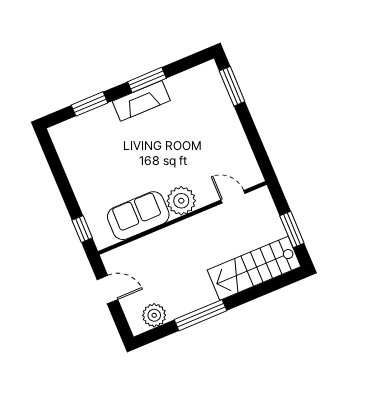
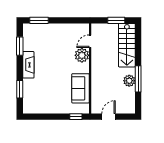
window: (147, 80) -> (20, 46), moved
plant: (181, 201) -> (82, 55), moved
plant: (154, 315) -> (129, 81), moved

